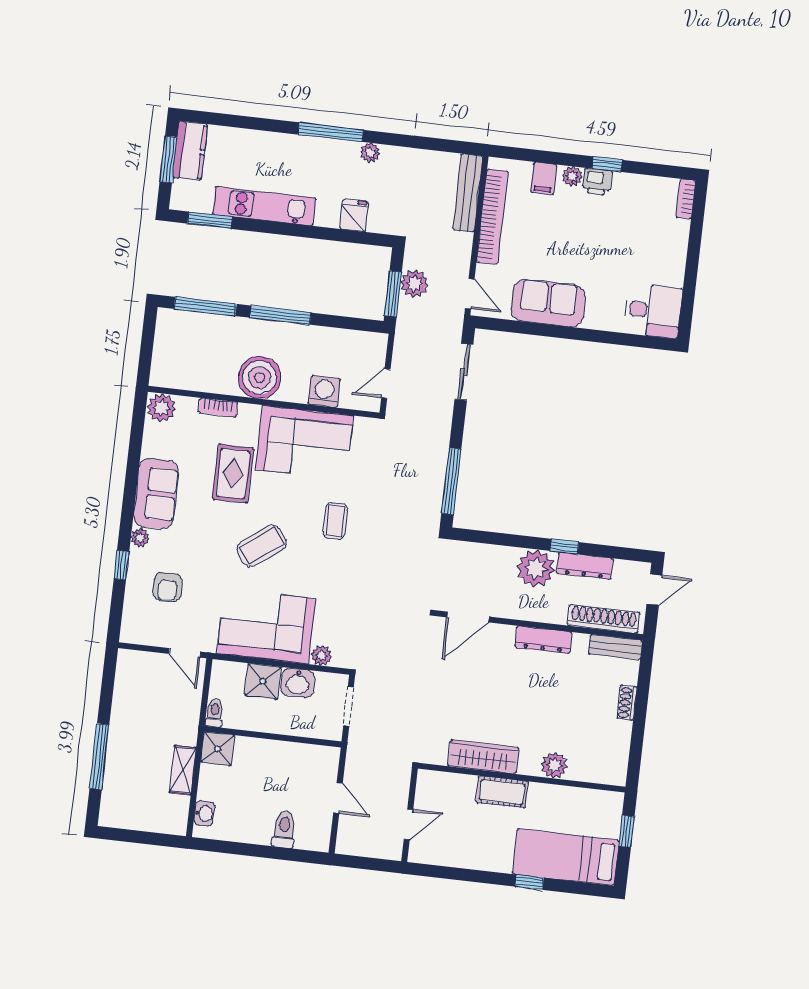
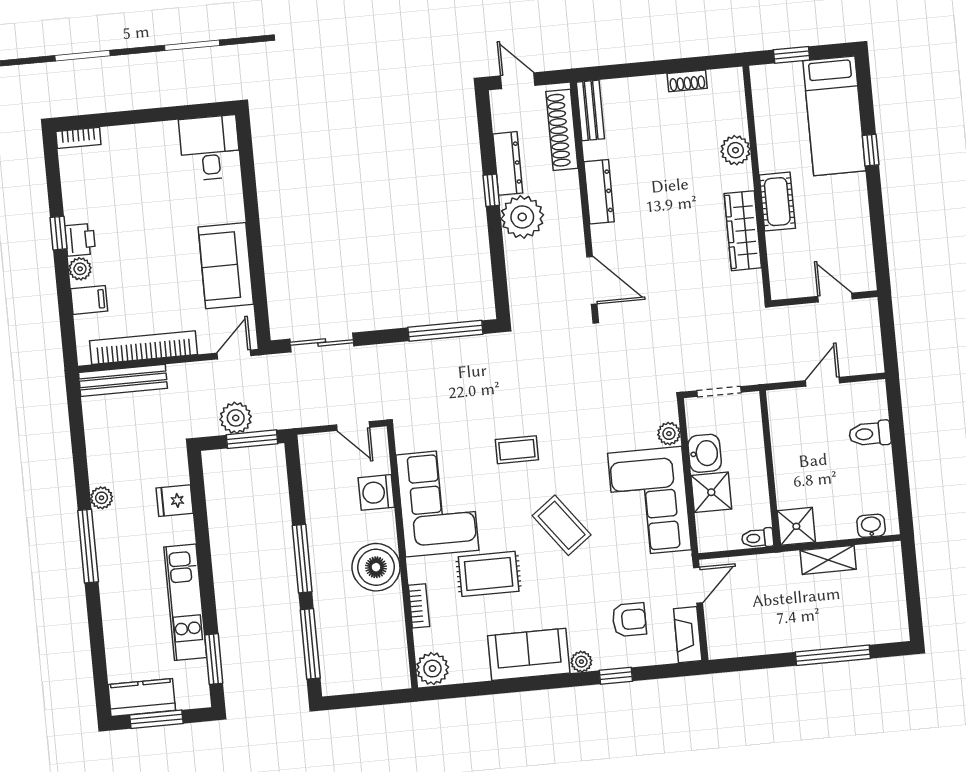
fireplace: (144, 635) -> (688, 635), added
shoe rack: (627, 703) -> (687, 81), moved

